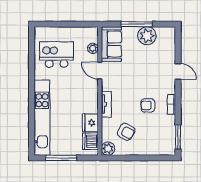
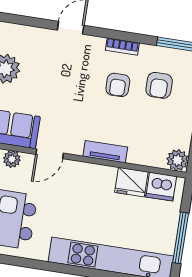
armchair: (126, 132) -> (159, 85), moved, turned 151

